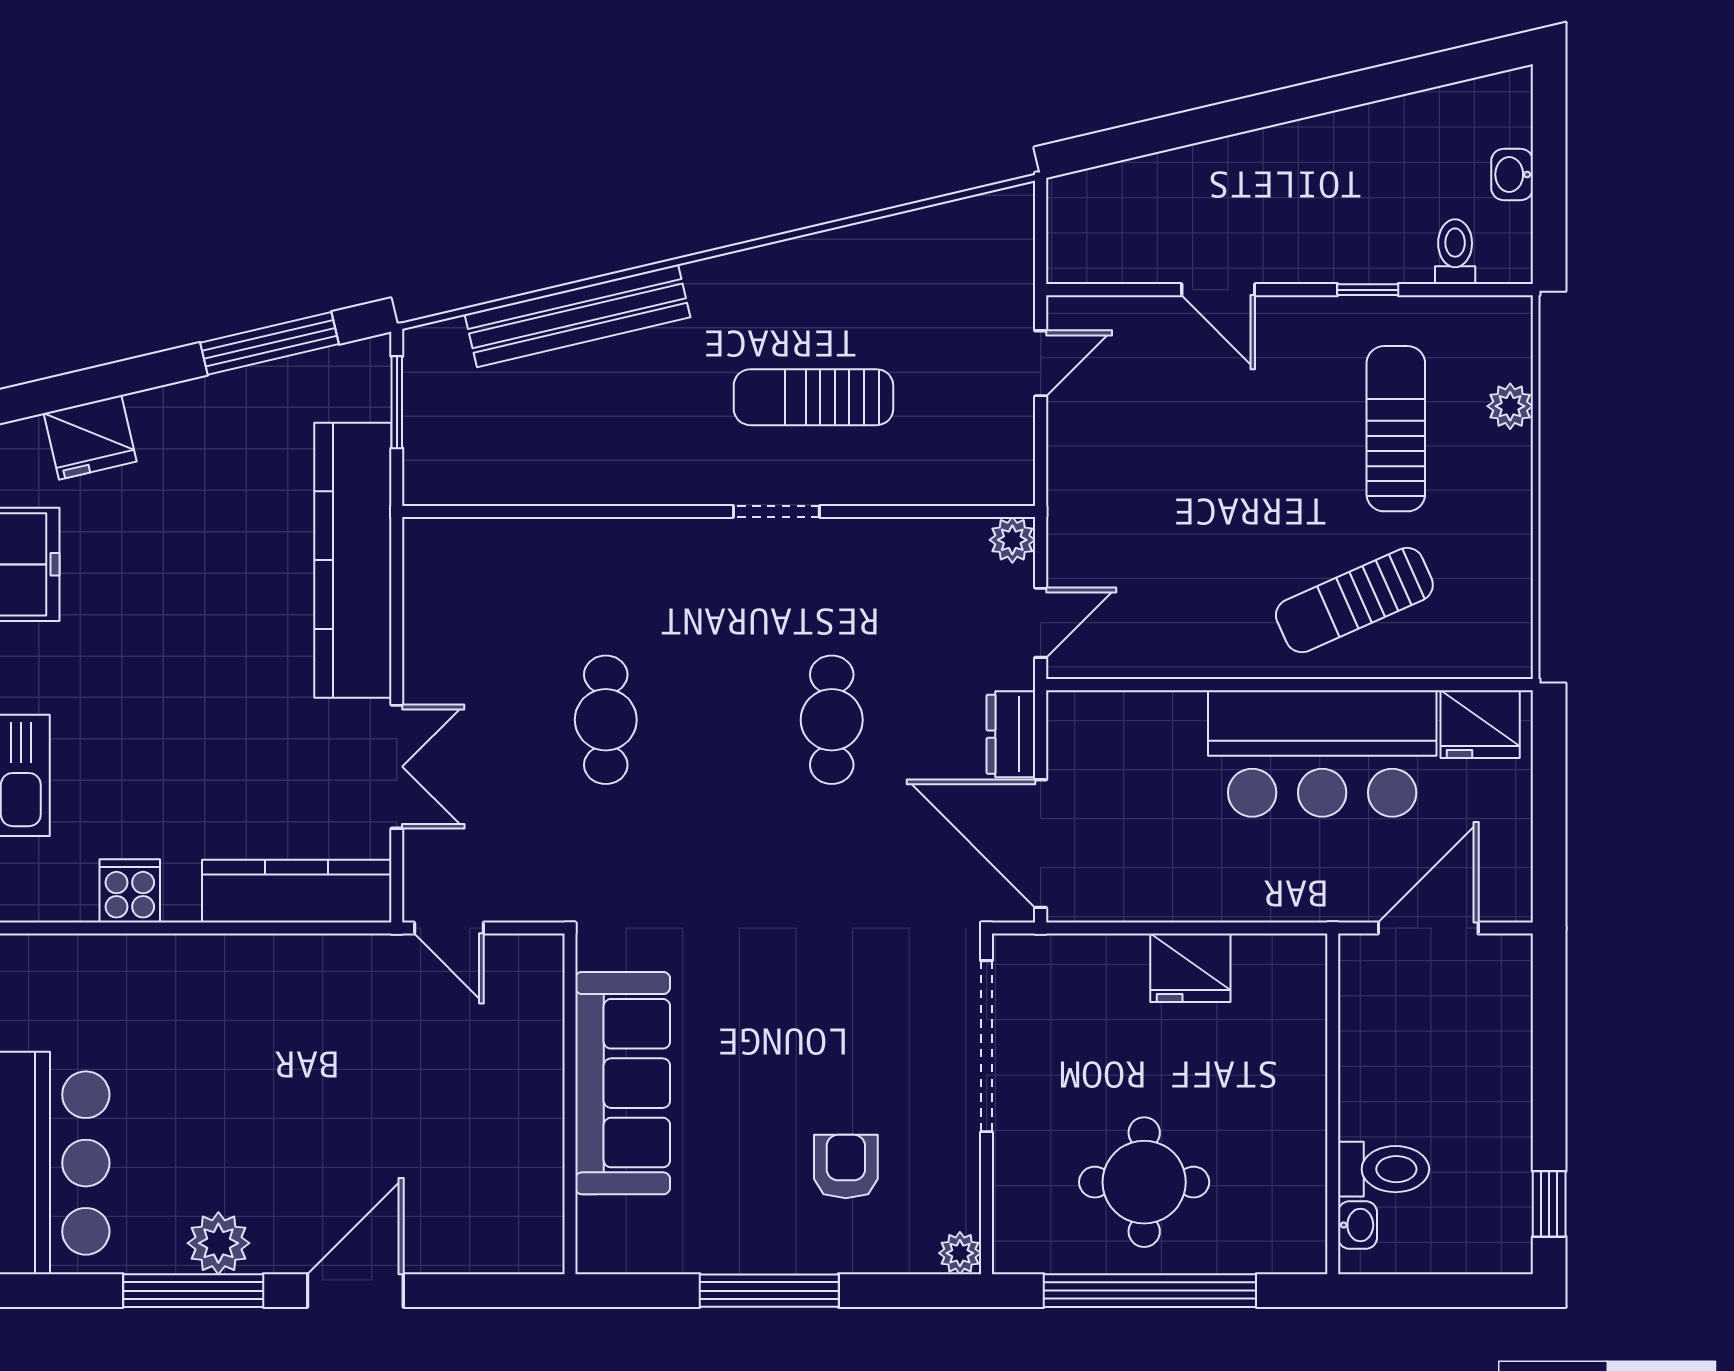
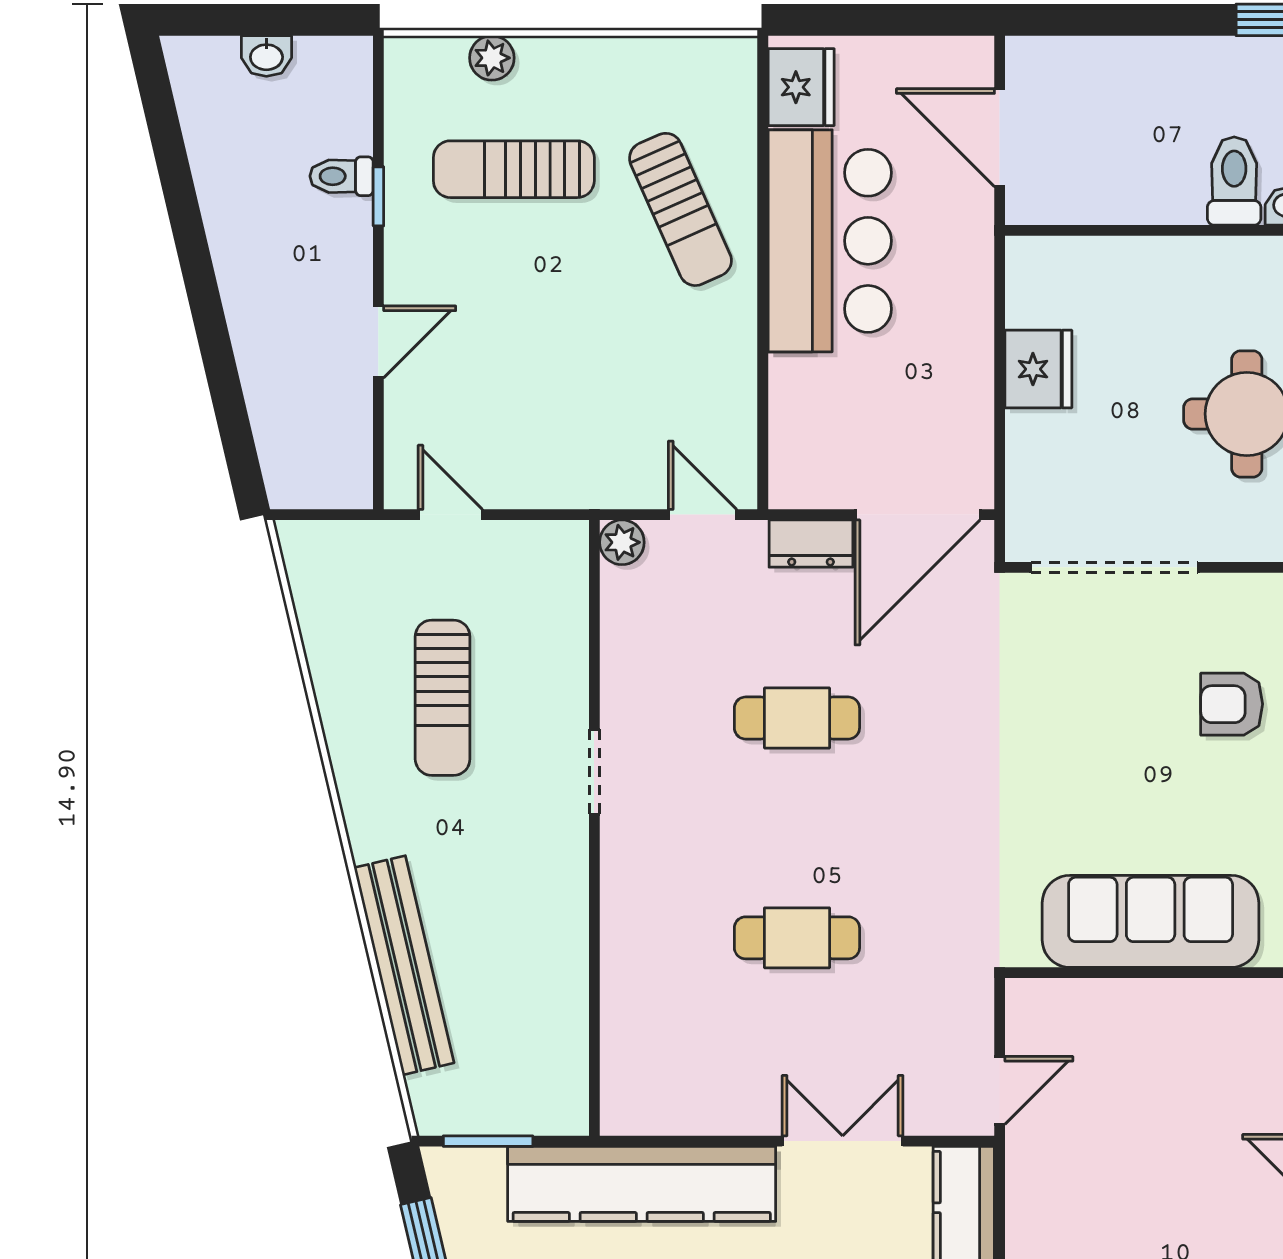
toilet: (1455, 252) -> (342, 176), moved
sun lounger: (813, 397) -> (443, 698), moved

